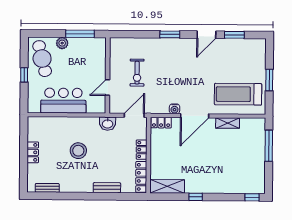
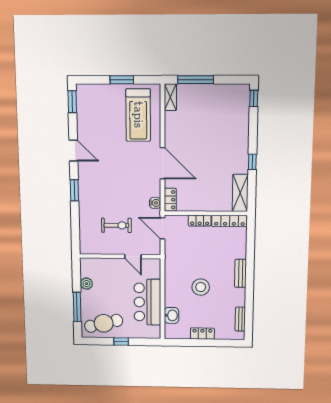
window: (80, 34) -> (77, 307), moved
window: (234, 35) -> (72, 102), moved
plant: (62, 43) -> (86, 284), moved
water cooler: (175, 109) -> (155, 203), moved
shelving: (228, 123) -> (170, 97), moved
washbasin: (108, 124) -> (171, 315), moved
bench: (107, 188) -> (240, 273), moved

